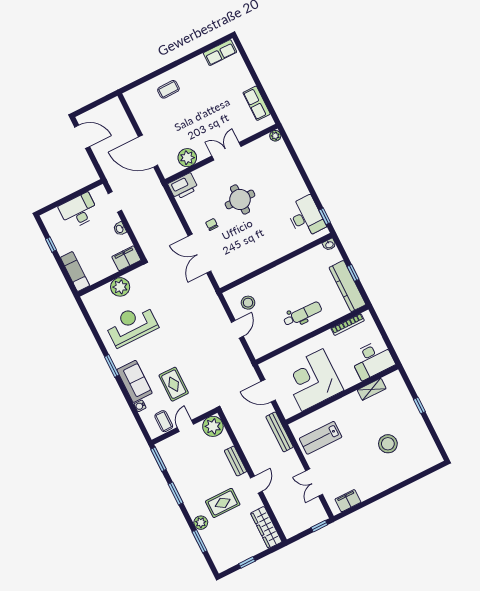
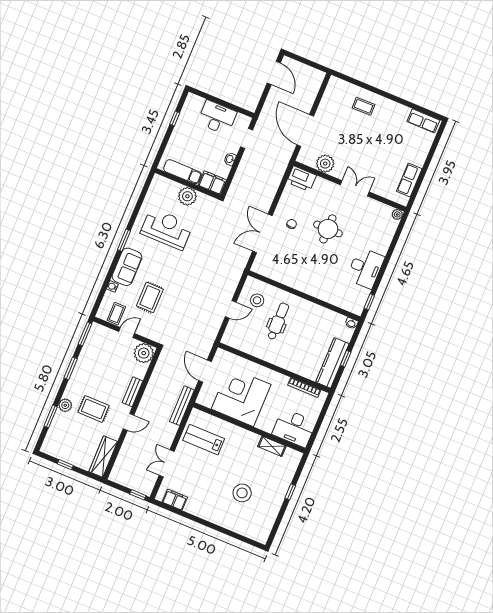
desk: (306, 217) -> (365, 268), moved
exam couch: (75, 272) -> (182, 172), moved, turned -90
dental chair: (303, 314) -> (278, 321), moved, turned -91

